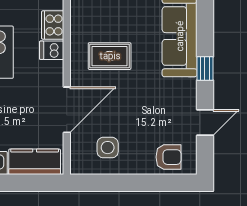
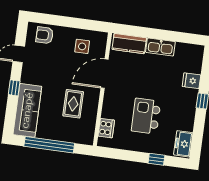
dishwasher: (52, 50) -> (109, 112), removed
rug: (110, 56) -> (73, 104), turned 90

